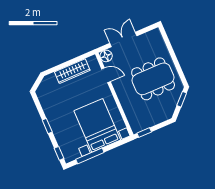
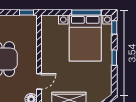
door: (106, 75) -> (39, 81), swing flipped
bed with nightstands: (97, 125) -> (85, 38), moved

